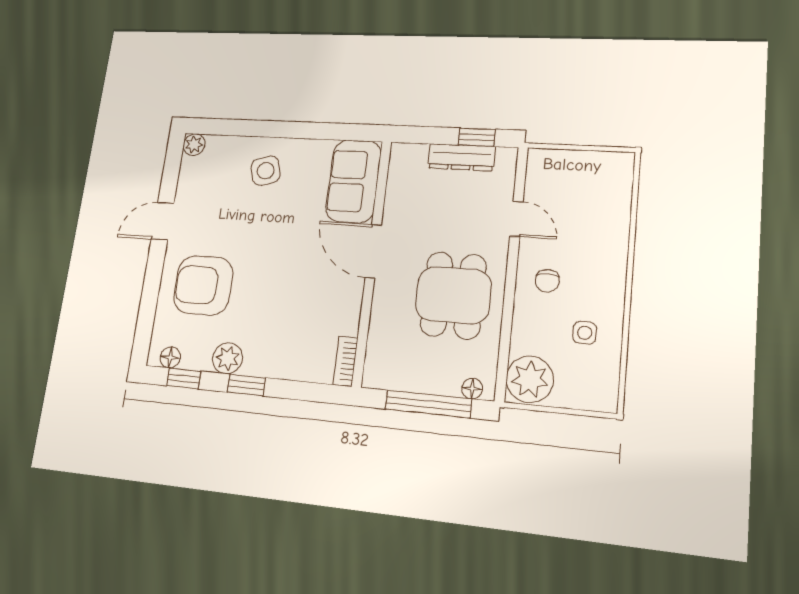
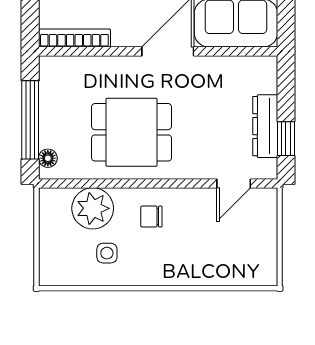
door: (516, 219) -> (234, 183), moved
bookcase: (345, 361) -> (74, 38), width x1.56
plant: (530, 379) -> (93, 208), moved

